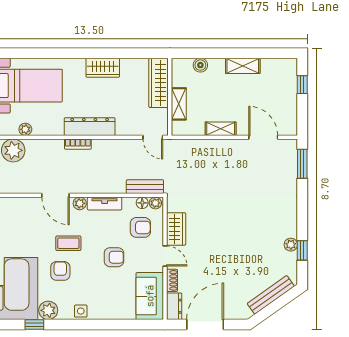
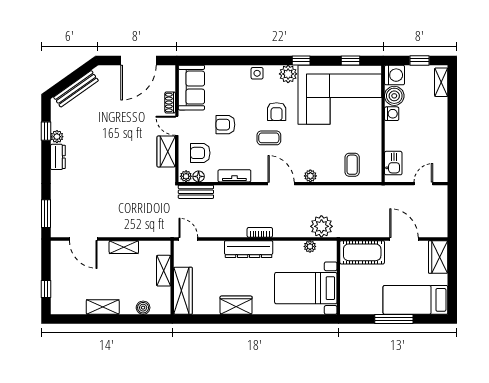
plant: (80, 203) -> (310, 176), moved
dresser: (174, 306) -> (58, 157), moved, turned 180

